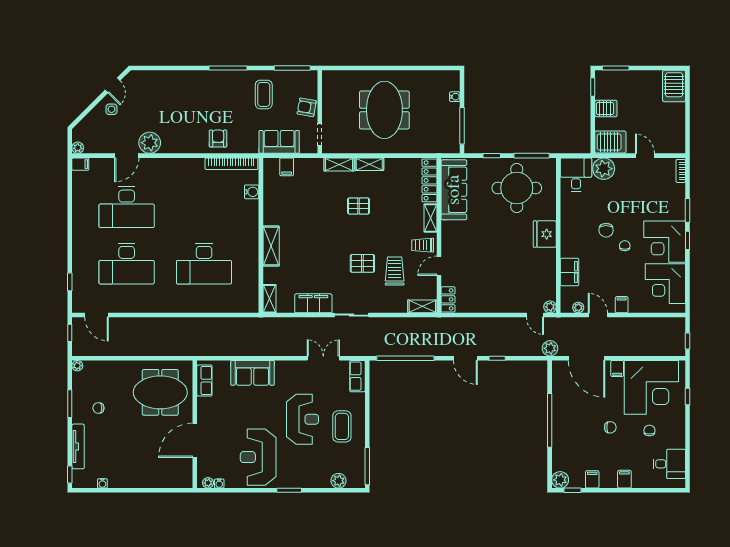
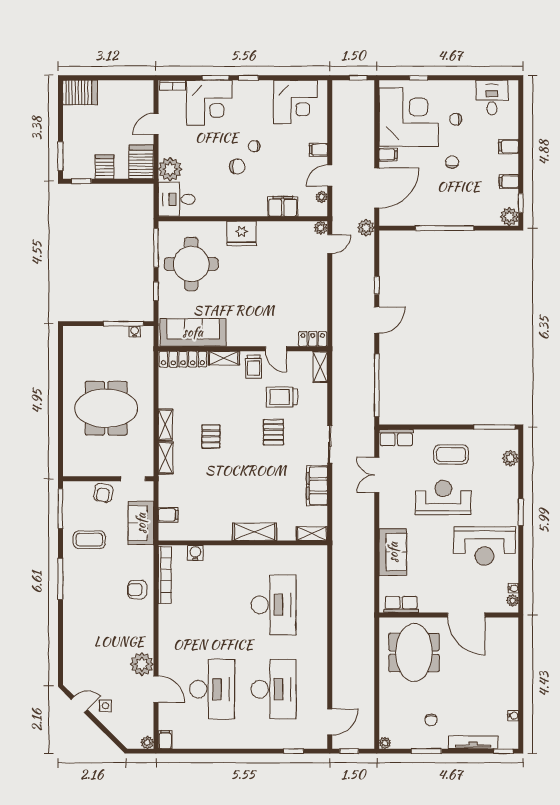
water cooler: (455, 97) -> (135, 332), moved
corner desk: (665, 242) -> (209, 103), moved

